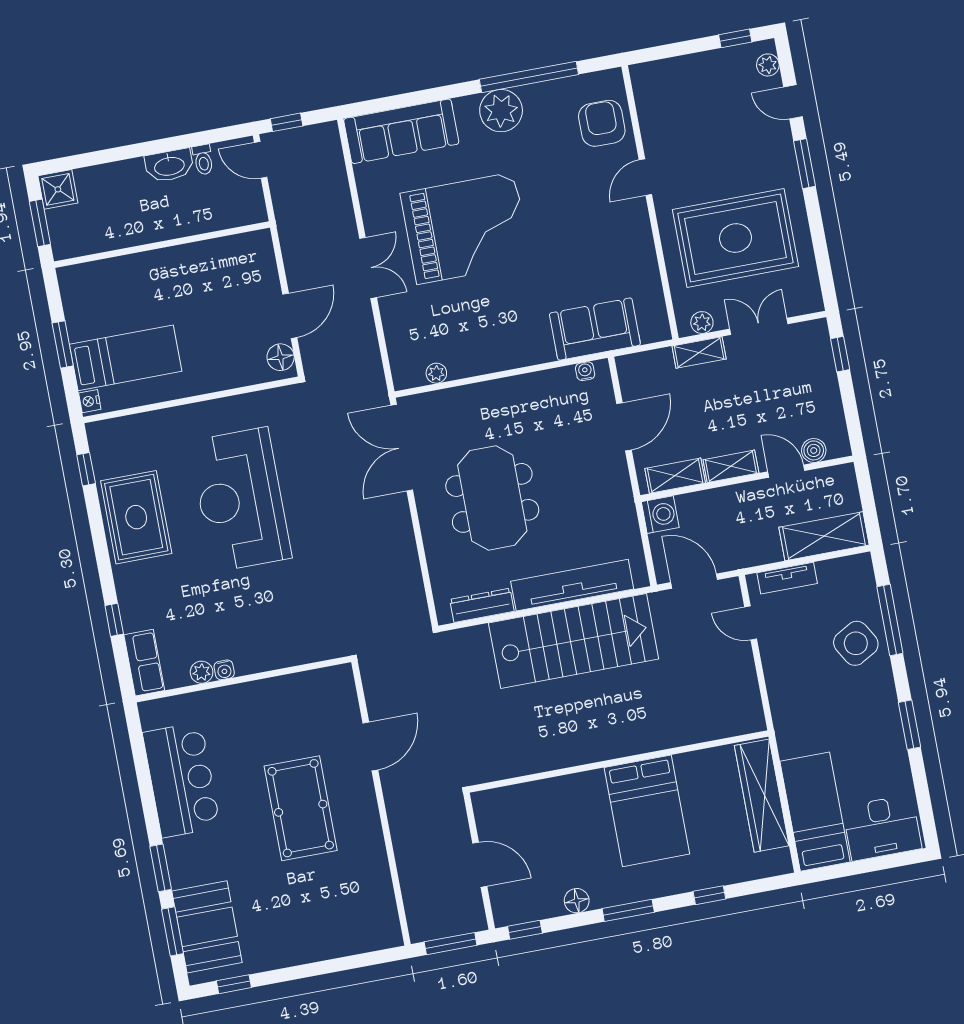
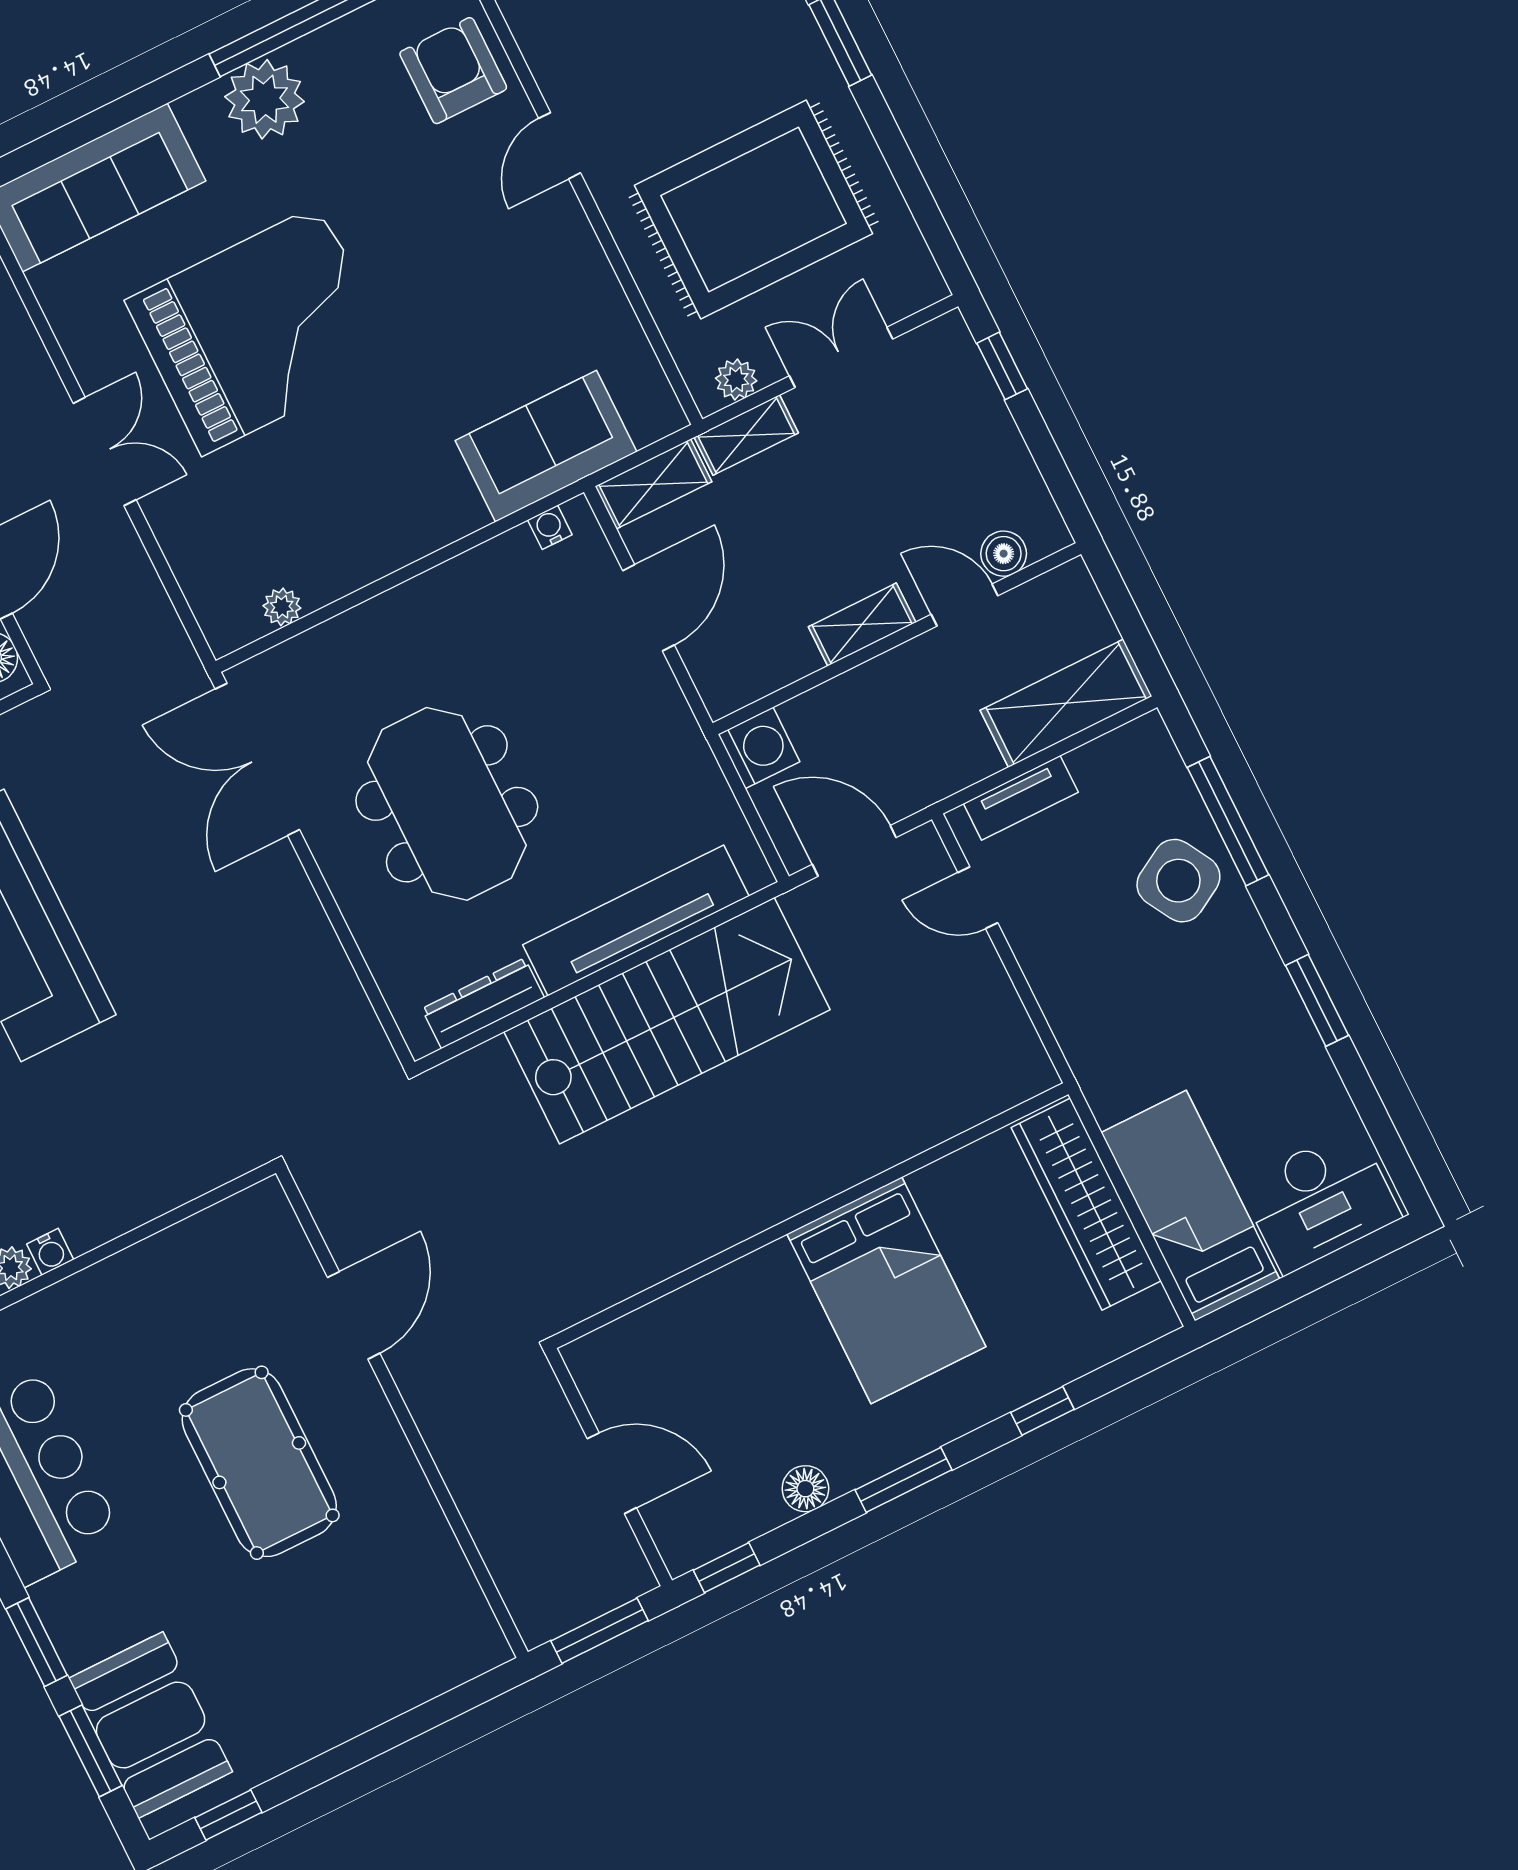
shelving: (675, 476) -> (653, 484), moved

